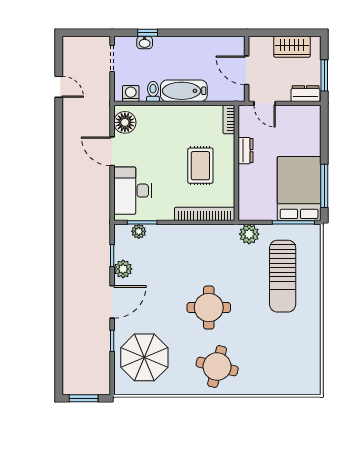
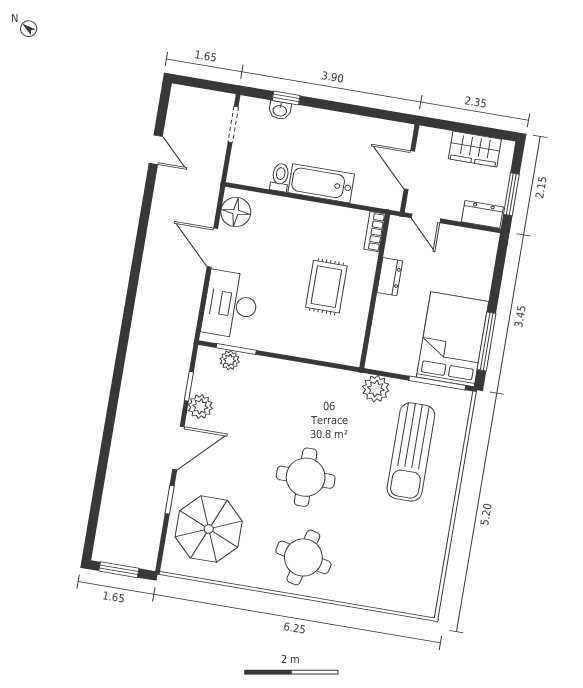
washing machine: (131, 94) -> (250, 175), removed
bookcase: (205, 214) -> (321, 352), removed

